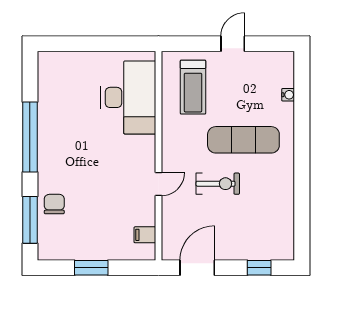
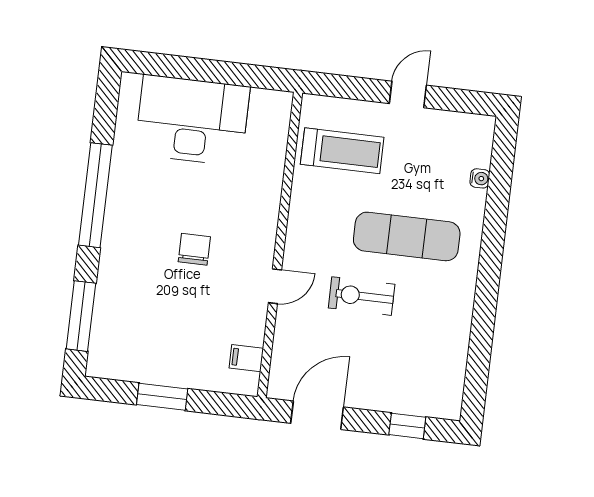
treadmill: (193, 87) -> (342, 151), turned -90
desk: (128, 97) -> (192, 120), moved, turned -90
exercise bike: (218, 184) -> (362, 296), turned 180
chair: (54, 204) -> (194, 249), moved

